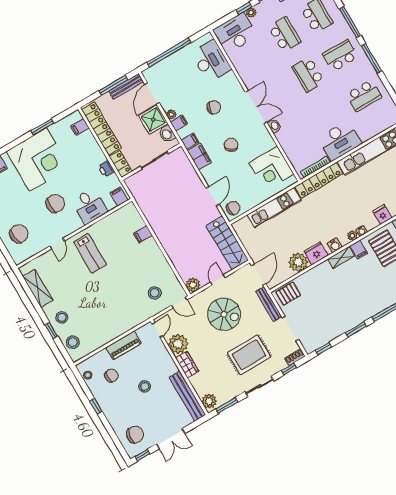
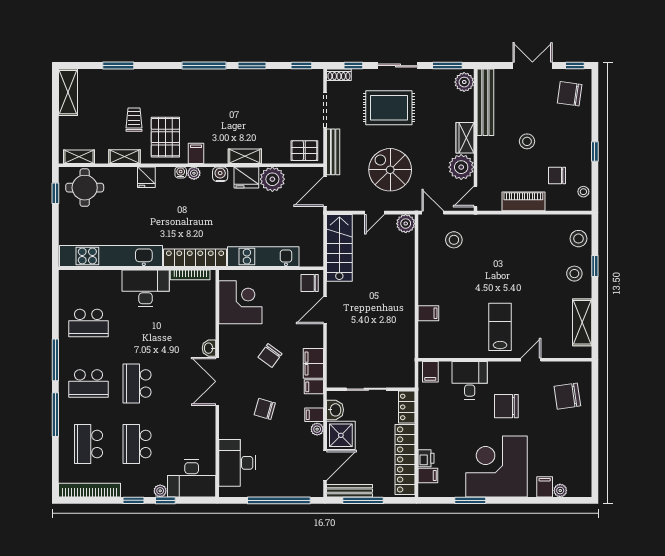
school desk: (308, 75) -> (137, 383), turned 180
school desk: (364, 96) -> (88, 323), turned 180
printer: (106, 169) -> (426, 458), moved
shelving: (341, 258) -> (245, 156), moved

